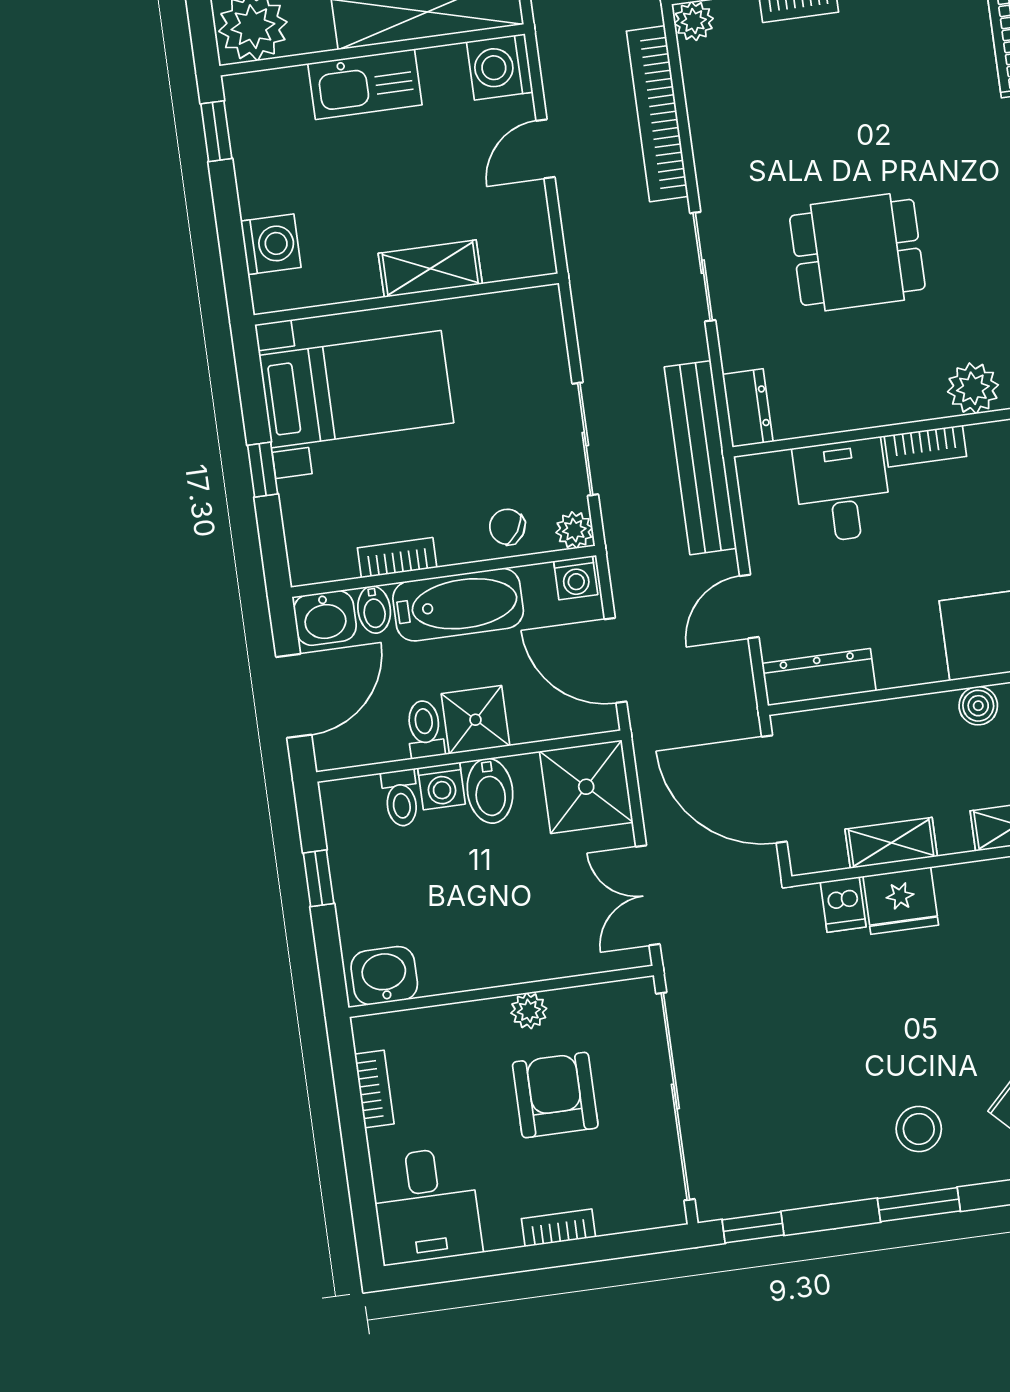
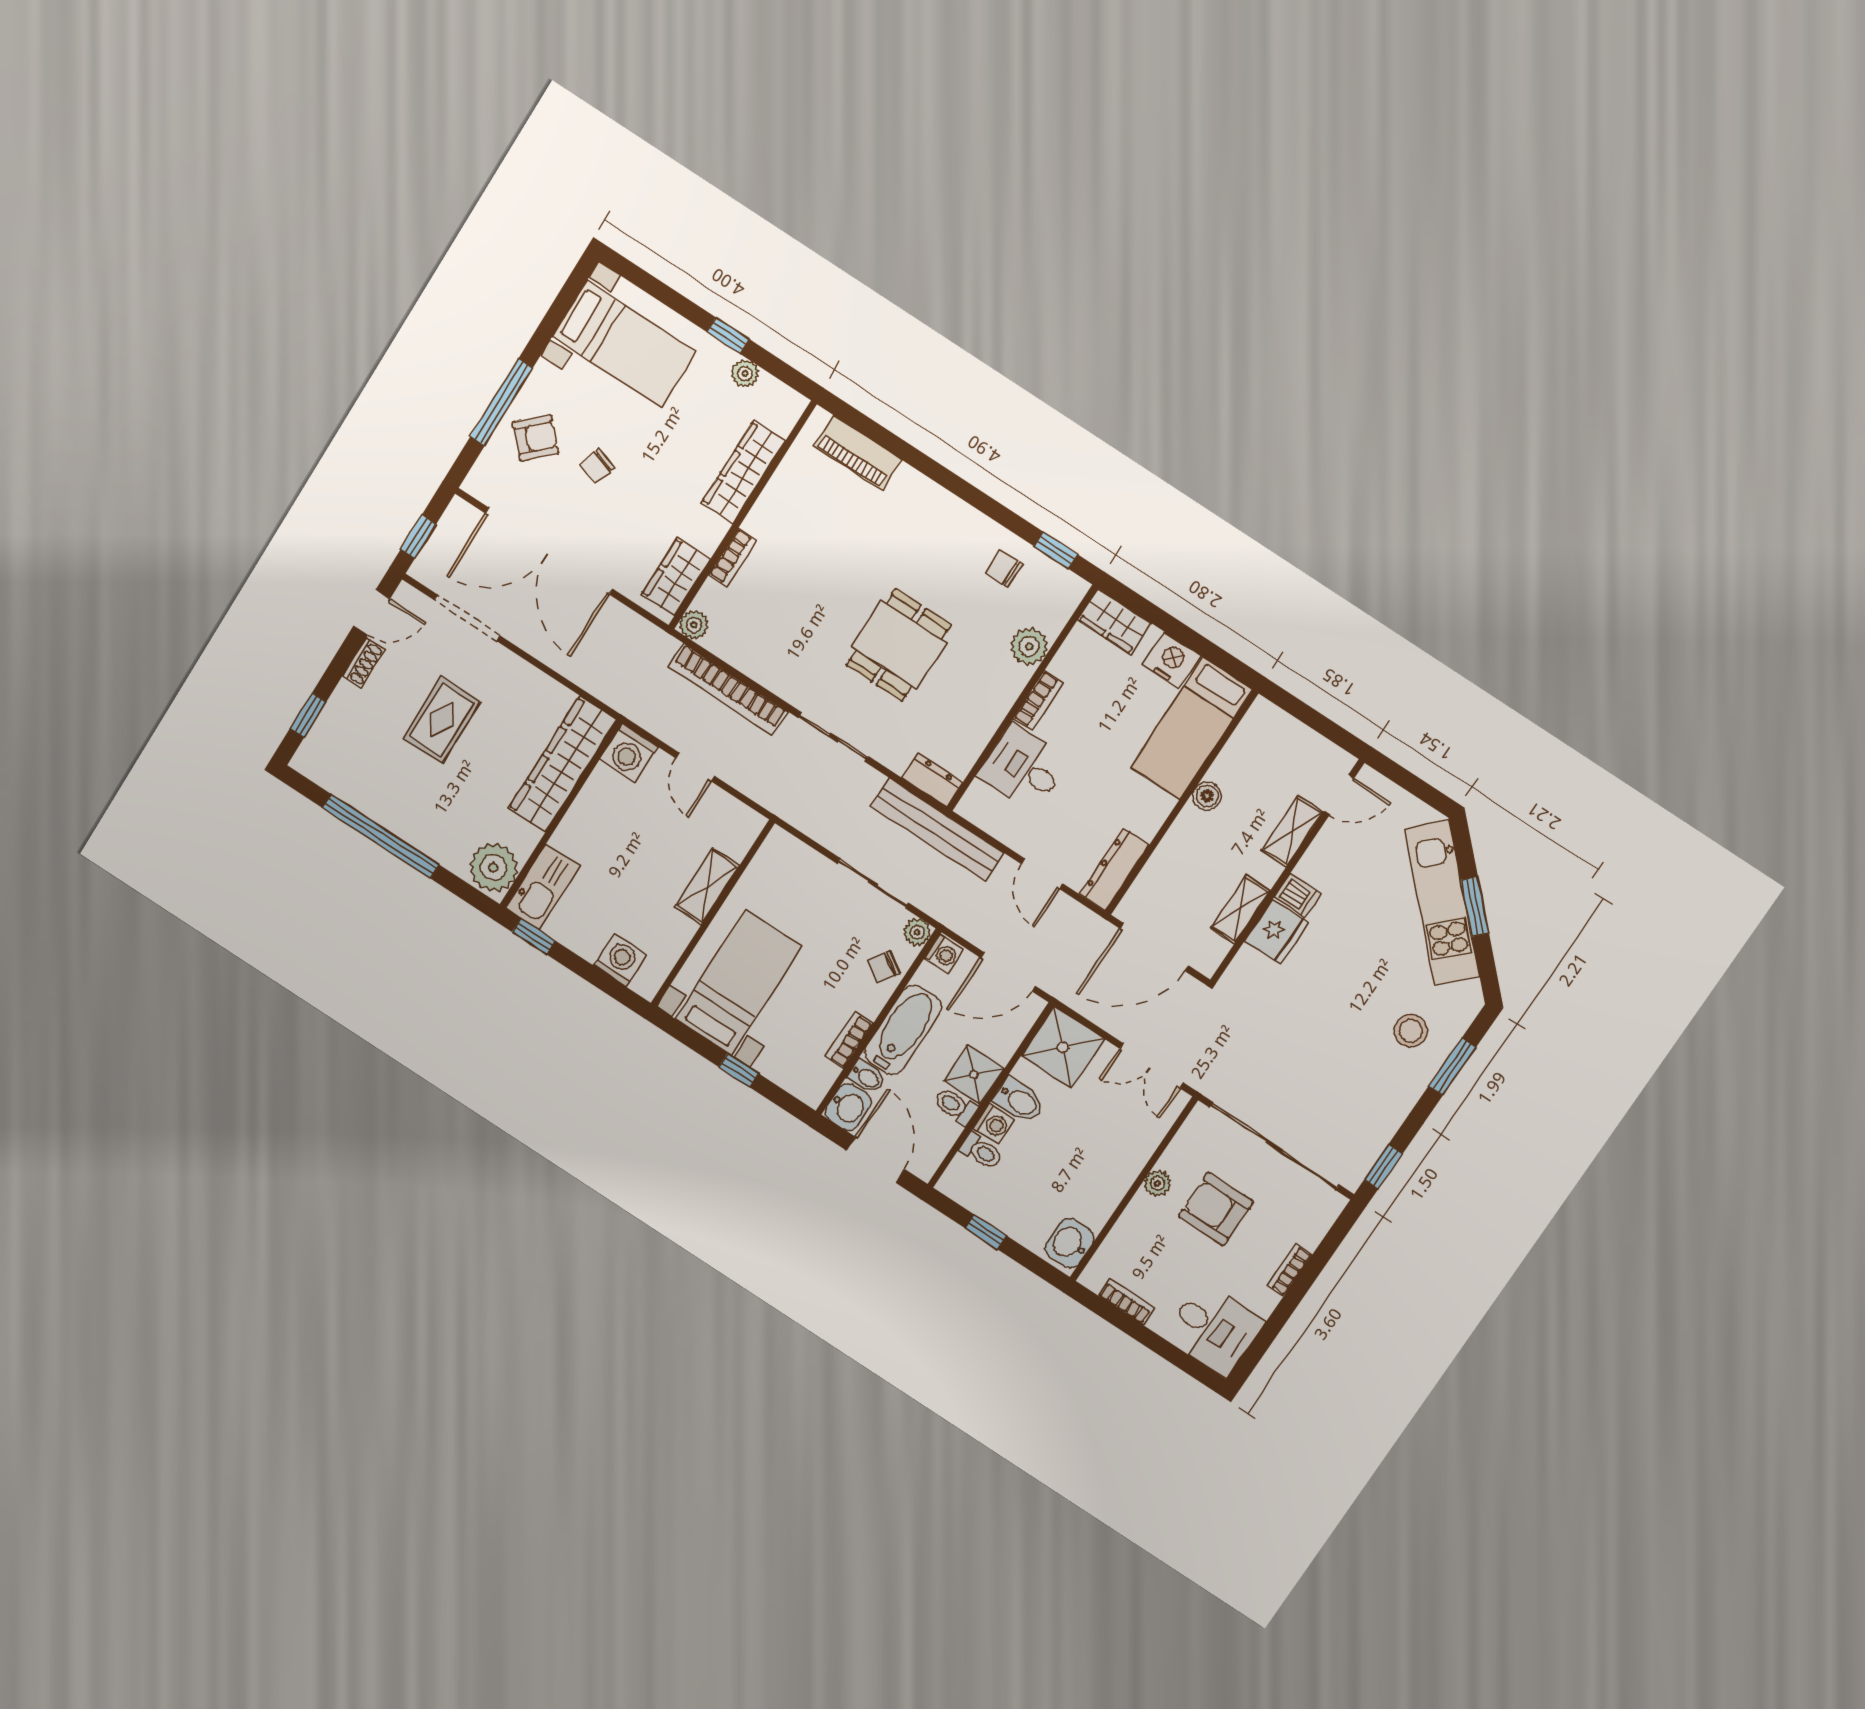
kitchen sink: (365, 84) -> (543, 887), moved
dishwasher: (843, 904) -> (1298, 895), moved

